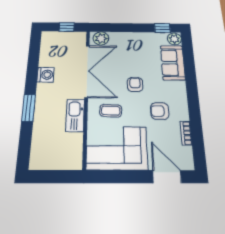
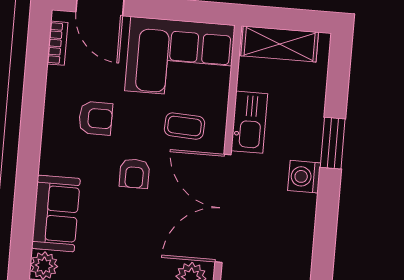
washing machine: (46, 75) -> (304, 177), moved
bookcase: (186, 133) -> (57, 43), moved
shelving: (59, 161) -> (280, 44), added

